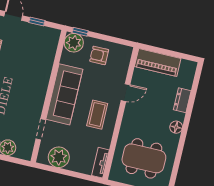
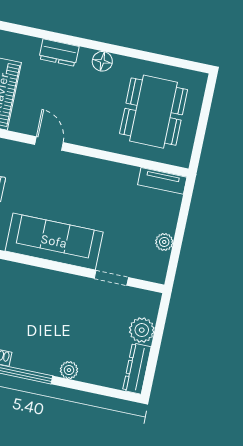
coffee table: (97, 115) -> (85, 188), removed
plant: (59, 157) -> (164, 242), width x0.53, depth x0.53

